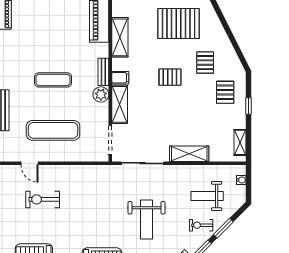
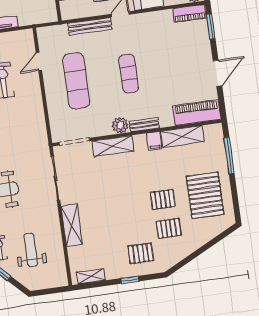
pallet: (170, 77) -> (163, 199), moved, turned 90
filing cabinet: (120, 78) -> (154, 141), moved
water cooler: (241, 180) -> (52, 283), removed

